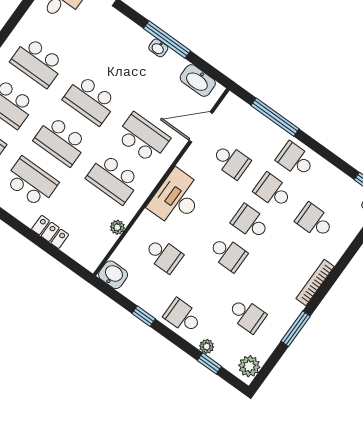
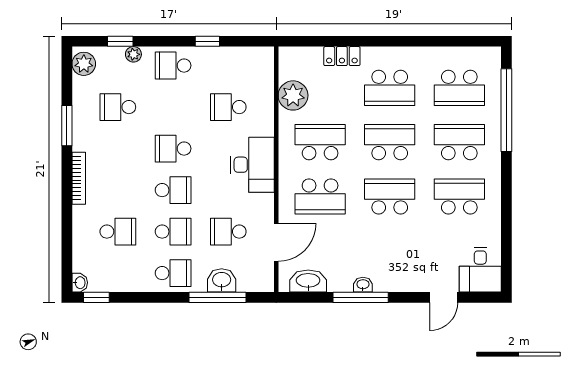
plant: (117, 227) -> (293, 95), width x1.87, depth x1.87
washbasin: (113, 275) -> (222, 280), moved, turned 180
school desk: (183, 316) -> (173, 66), turned 180

